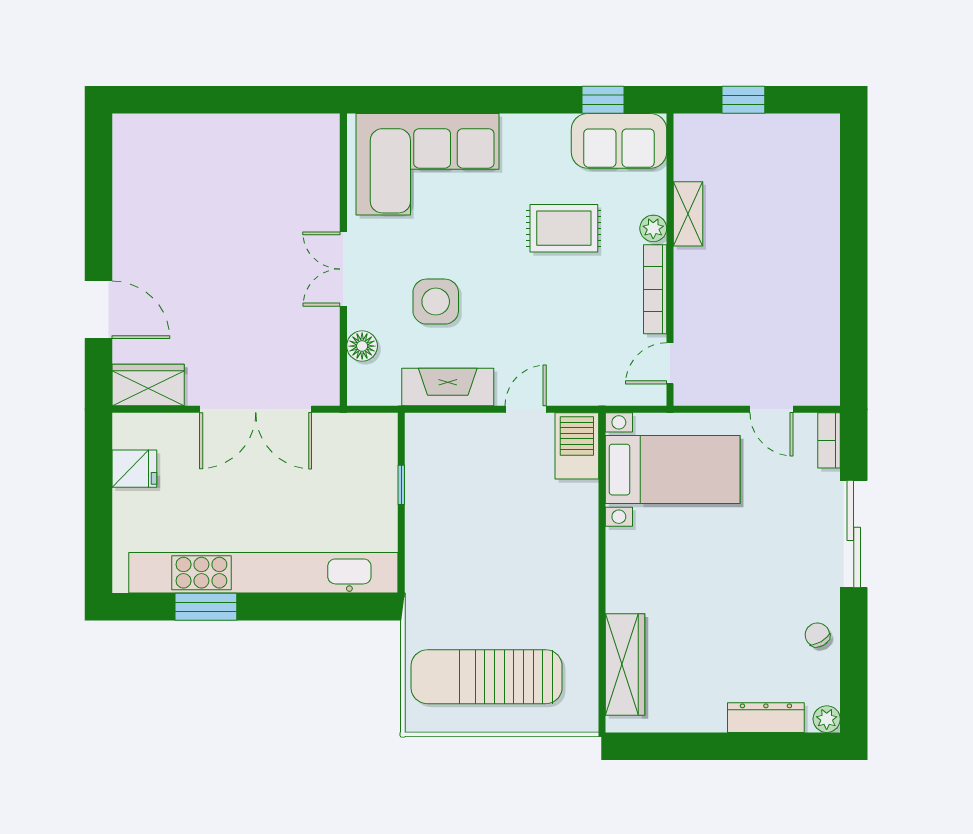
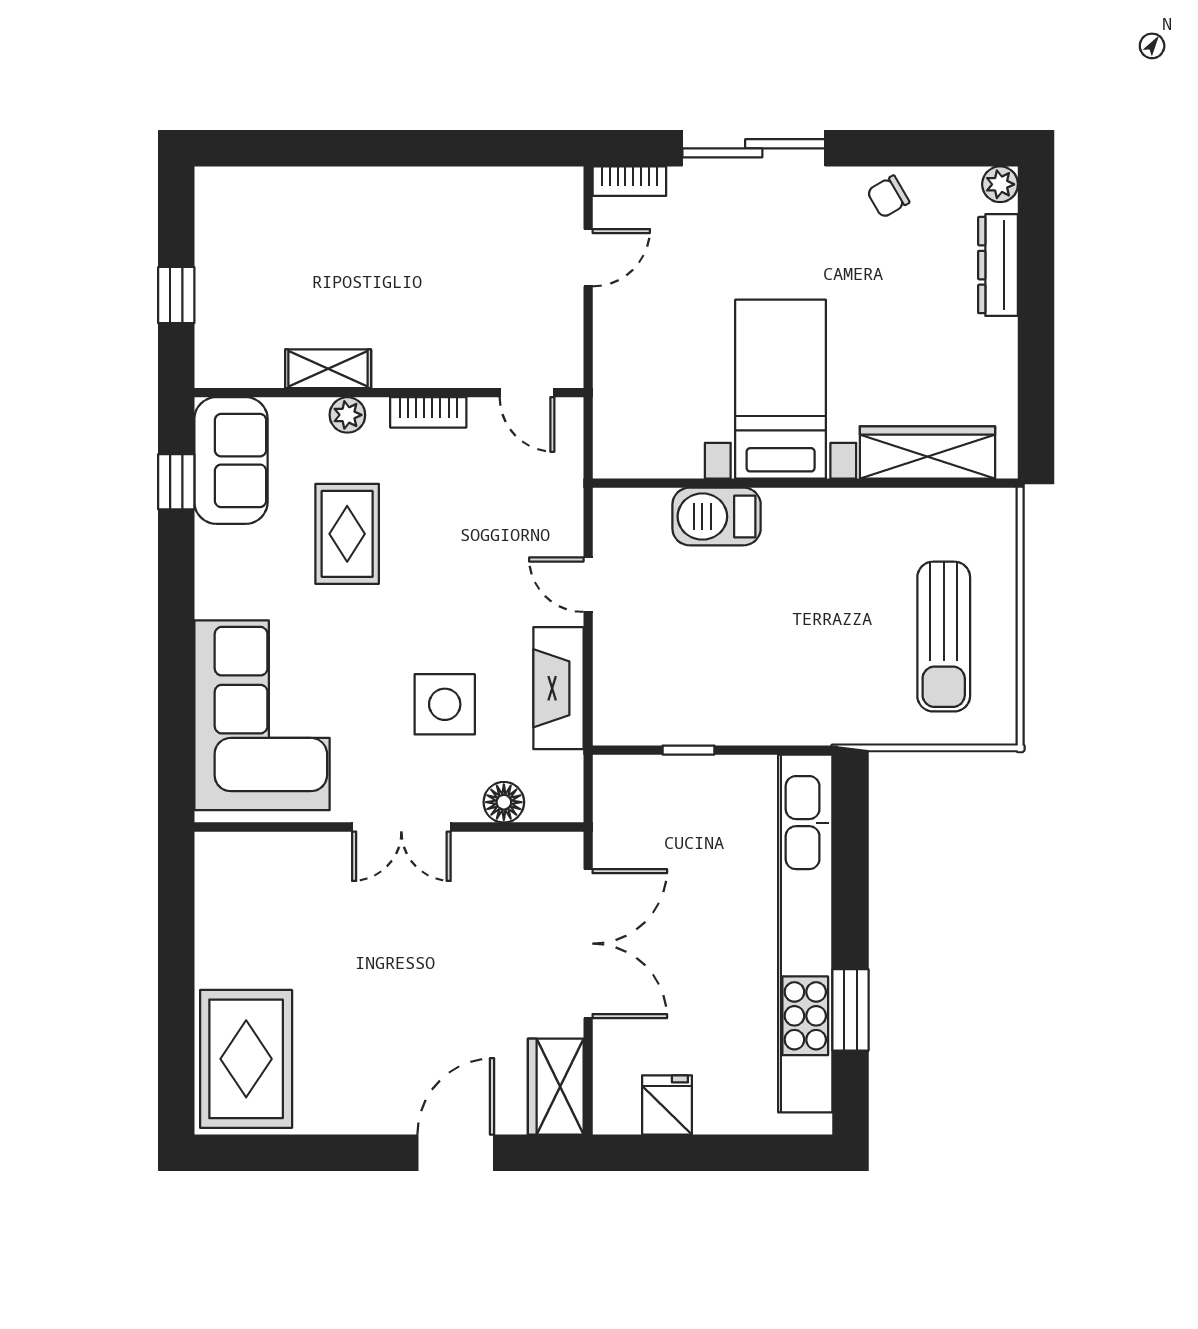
rug: (169, 152) -> (246, 1059), added
bookcase: (655, 289) -> (428, 412), width x0.64
barbecue: (577, 446) -> (717, 516), moved
bed with nightstands: (673, 470) -> (781, 389), moved
sun lounger: (487, 677) -> (944, 637), width x0.73, depth x0.75

